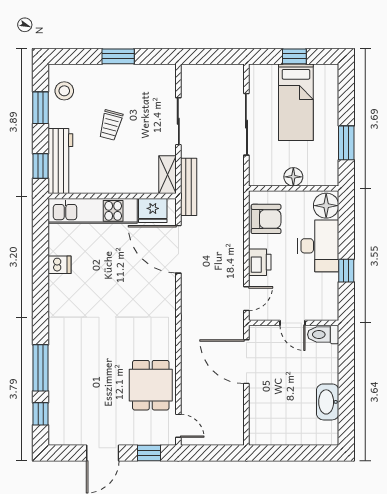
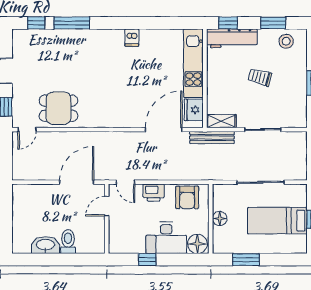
dishwasher: (59, 265) -> (132, 38), moved
door: (293, 323) -> (107, 206), moved
toilet: (323, 335) -> (68, 242), moved

